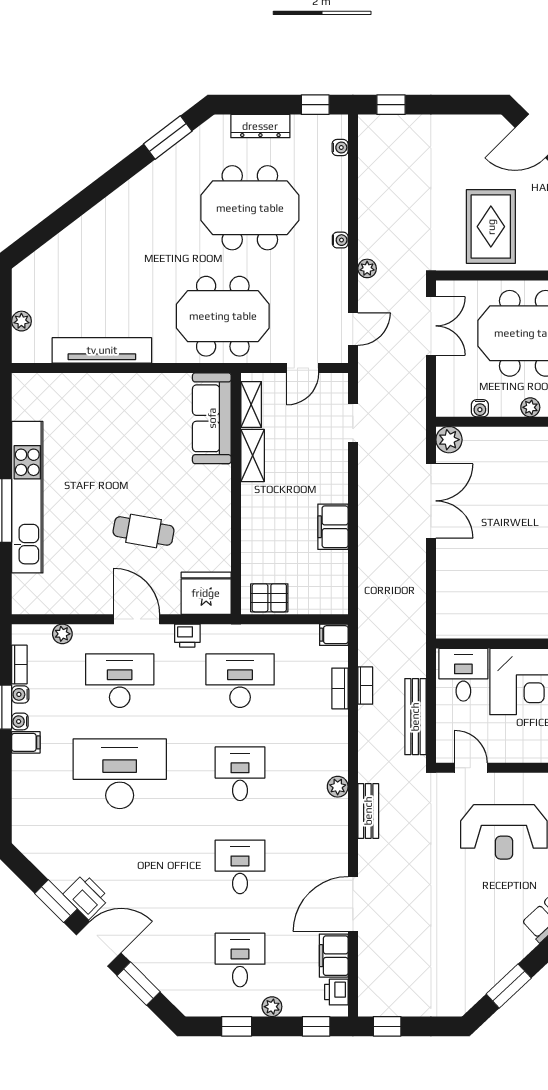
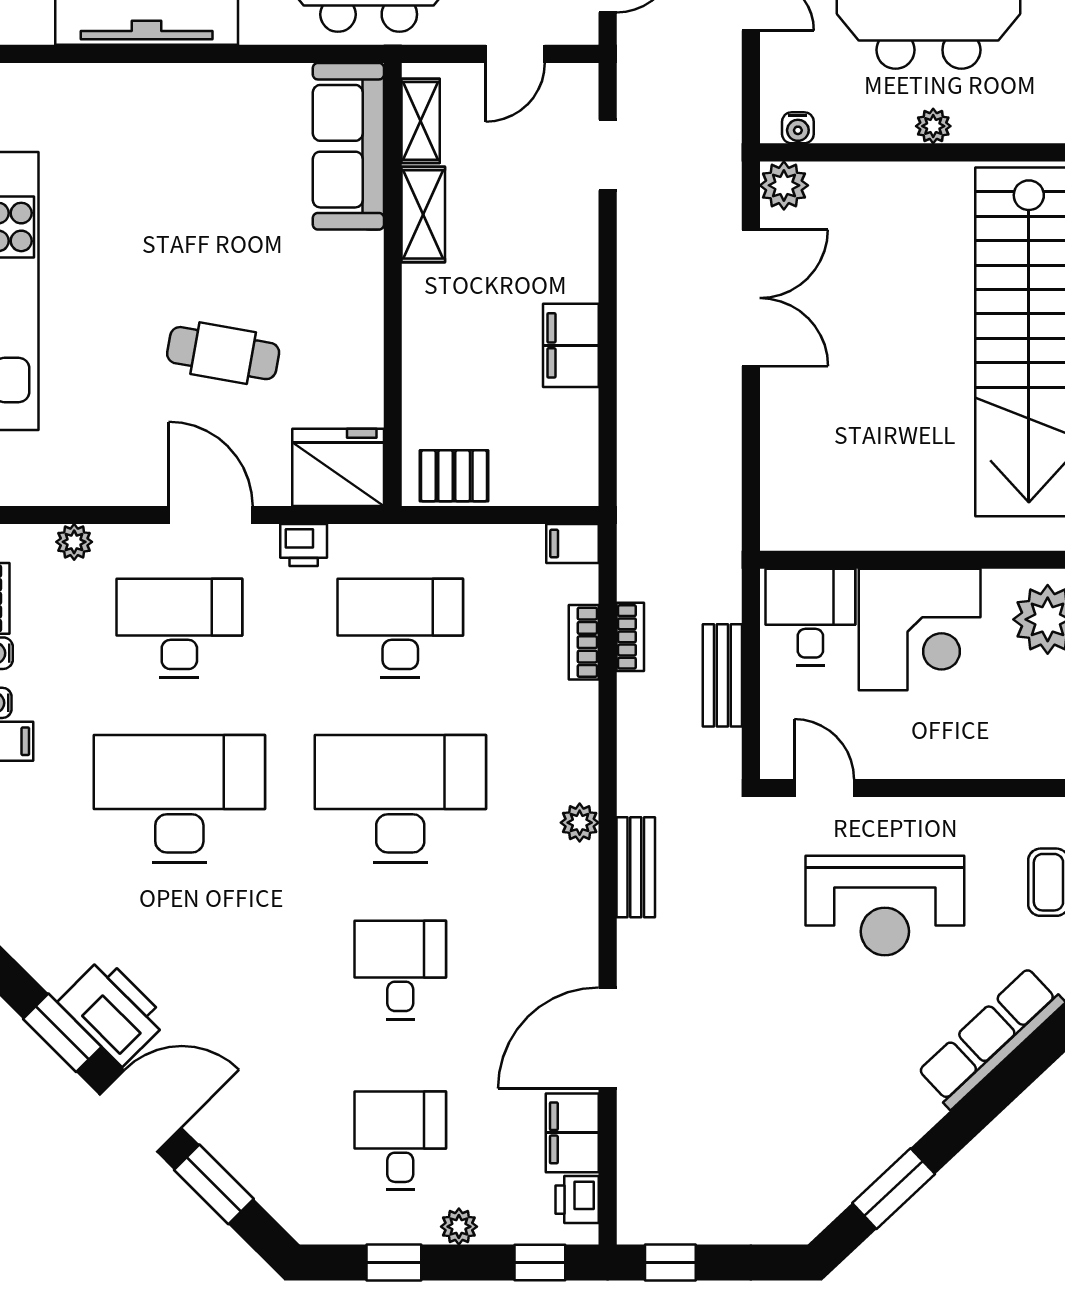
water cooler: (480, 408) -> (798, 128), moved
bench: (415, 717) -> (722, 675), width x0.73
desk: (240, 774) -> (400, 799), width x1.87, depth x1.30
printer: (86, 896) -> (113, 1011), width x1.37, depth x1.19

